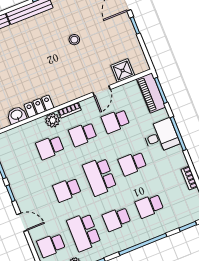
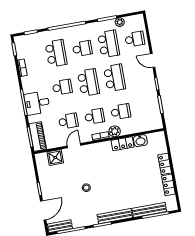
school desk: (67, 190) -> (115, 78), width x1.85
school desk: (149, 206) -> (56, 53), width x1.85

